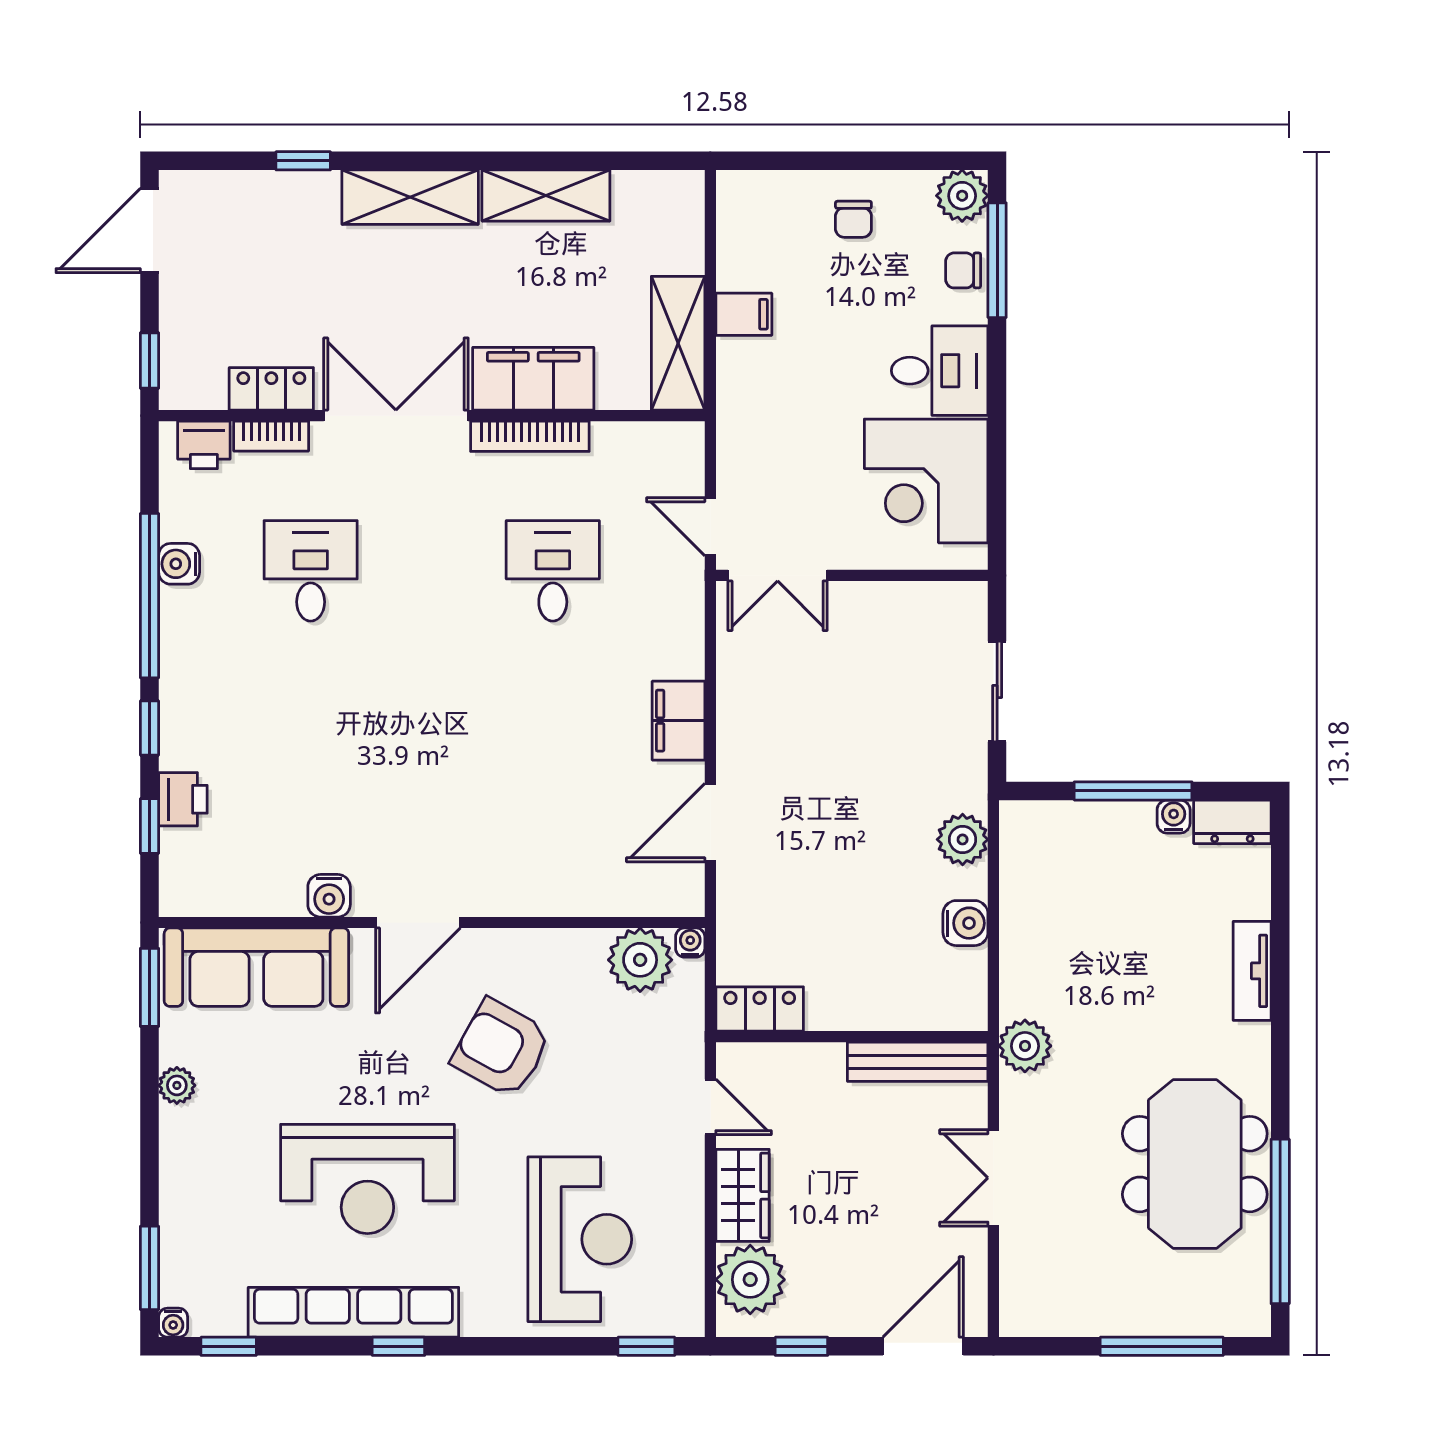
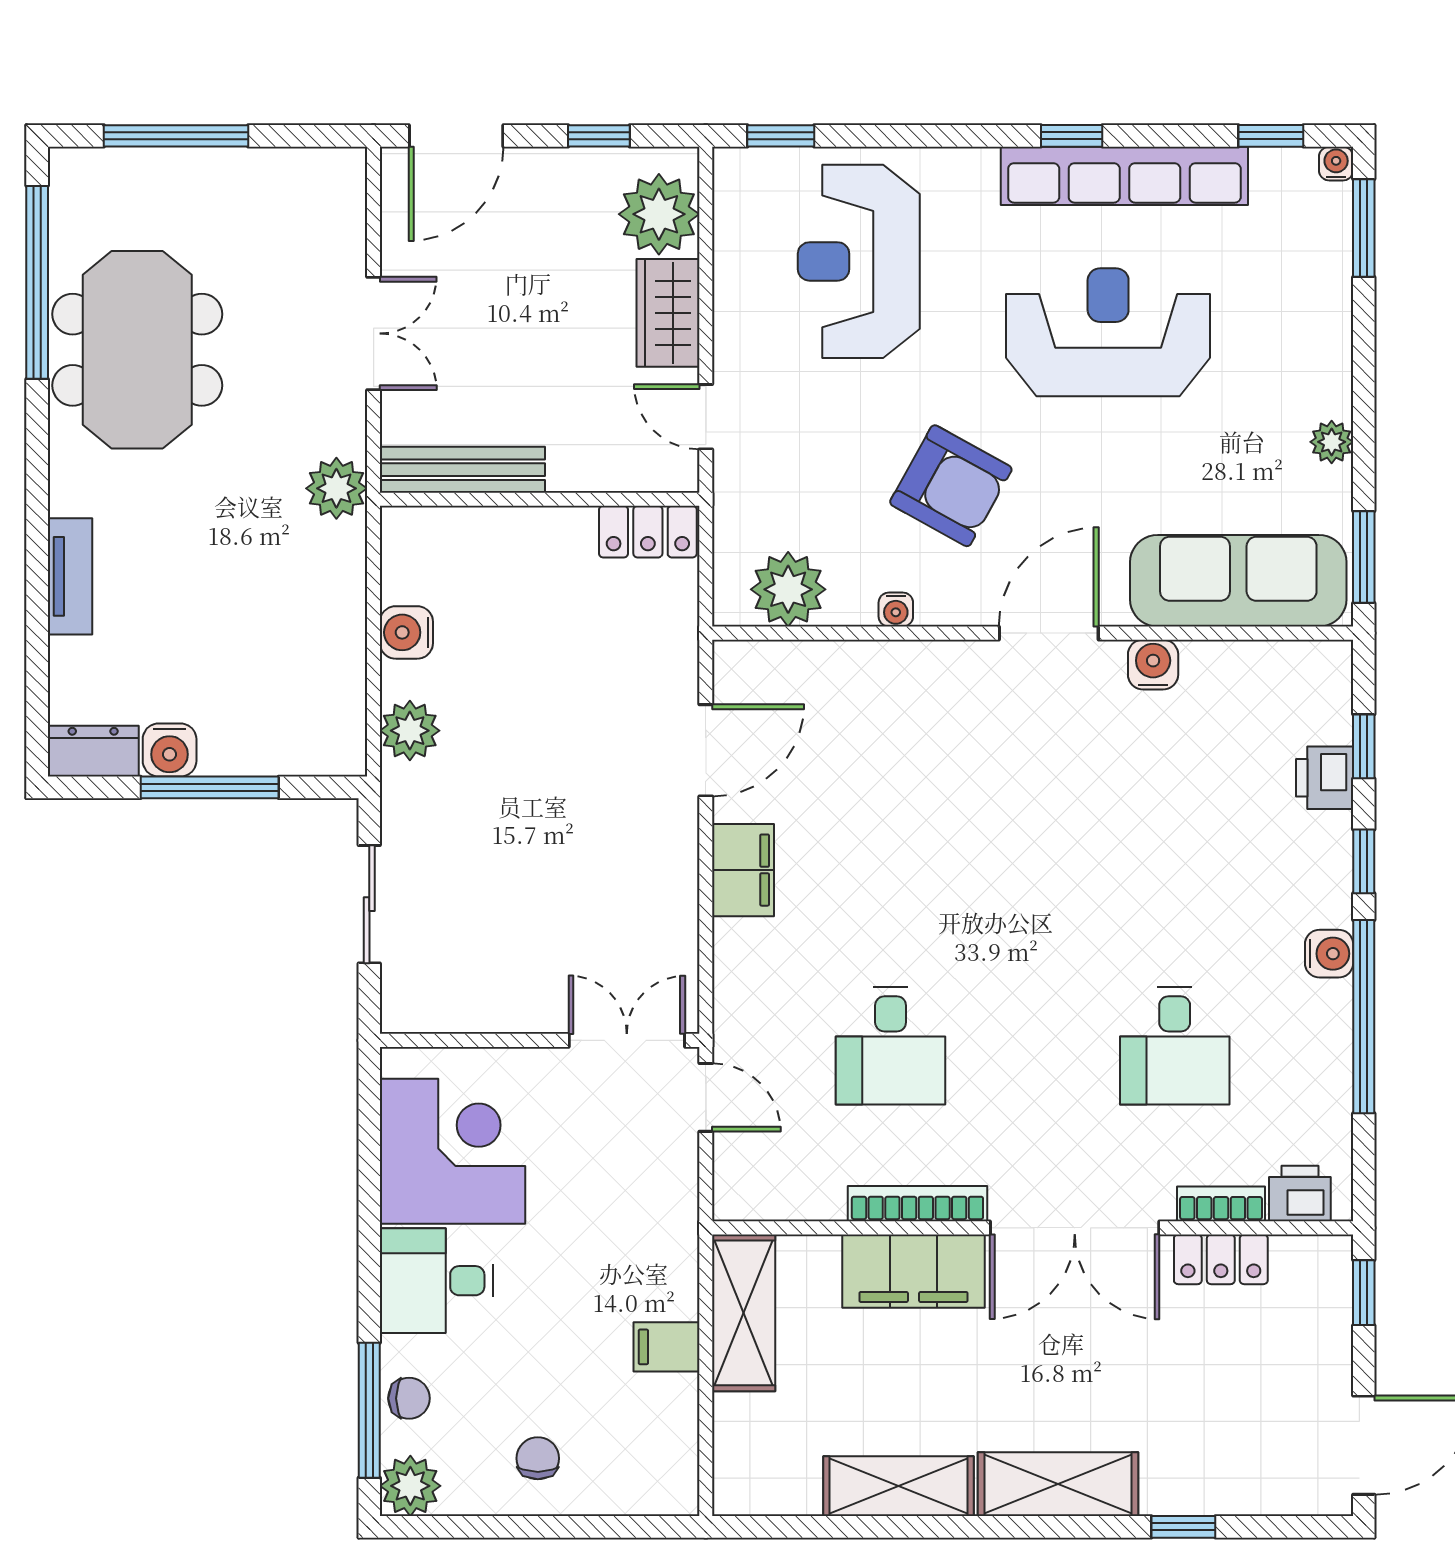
water cooler: (179, 564) -> (1329, 954), moved
water cooler: (1174, 817) -> (170, 750), width x1.38, depth x1.38
water cooler: (690, 943) -> (896, 610), moved

